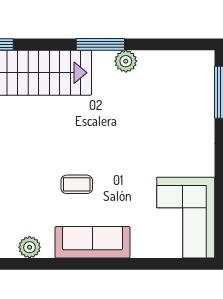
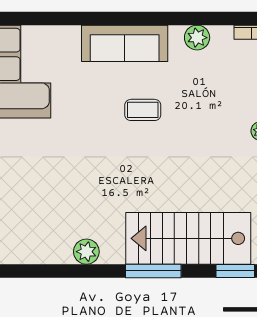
window: (100, 44) -> (153, 271), moved

